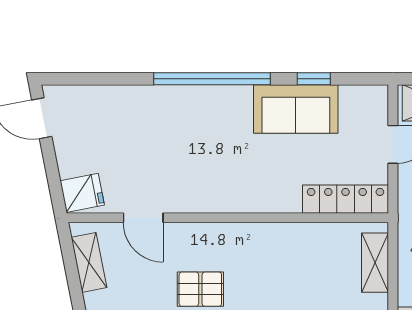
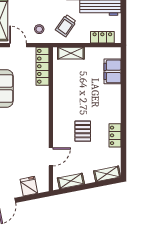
fridge: (82, 193) -> (29, 186), moved

